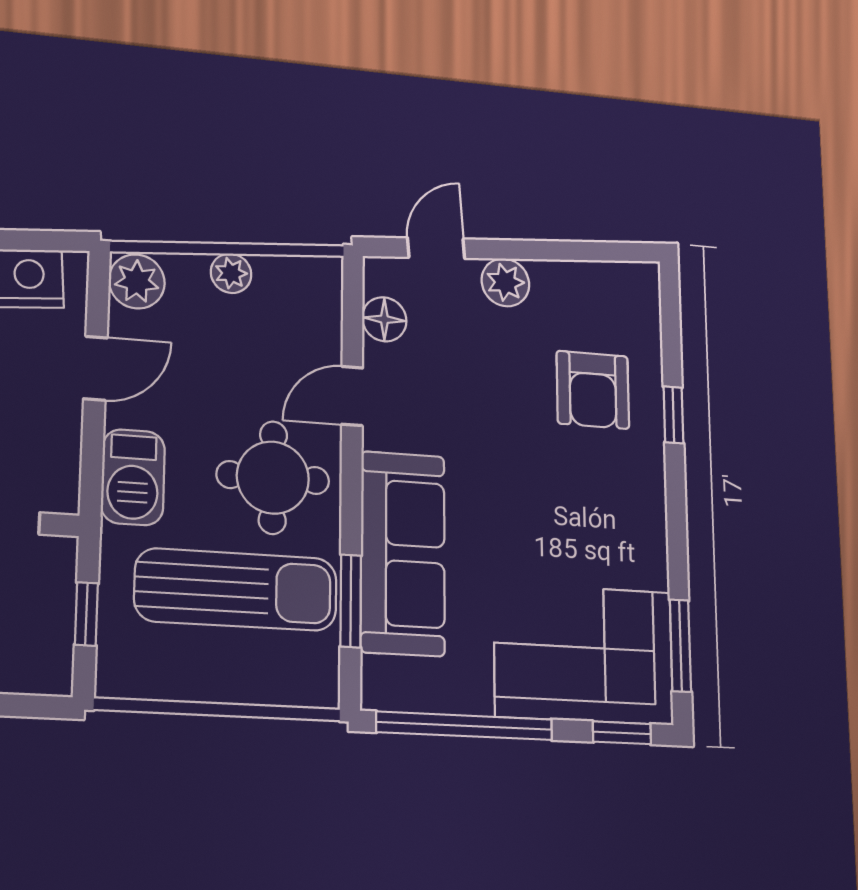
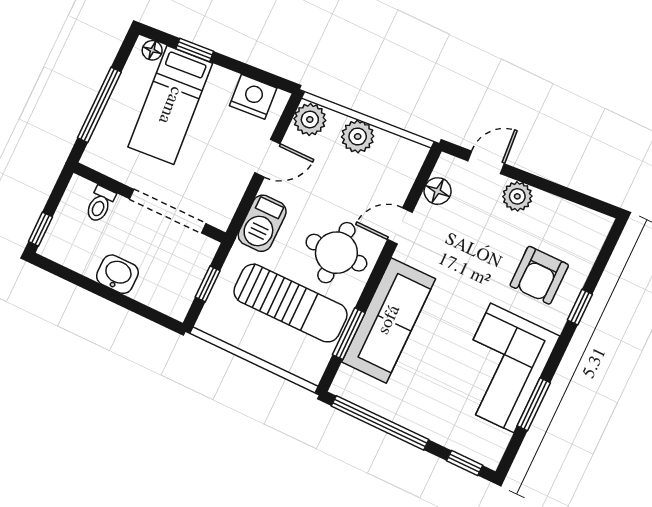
plant: (231, 273) -> (358, 136), width x1.38, depth x1.38
window: (680, 646) -> (534, 404), moved
corner sofa: (584, 654) -> (502, 368), moved, turned -90

